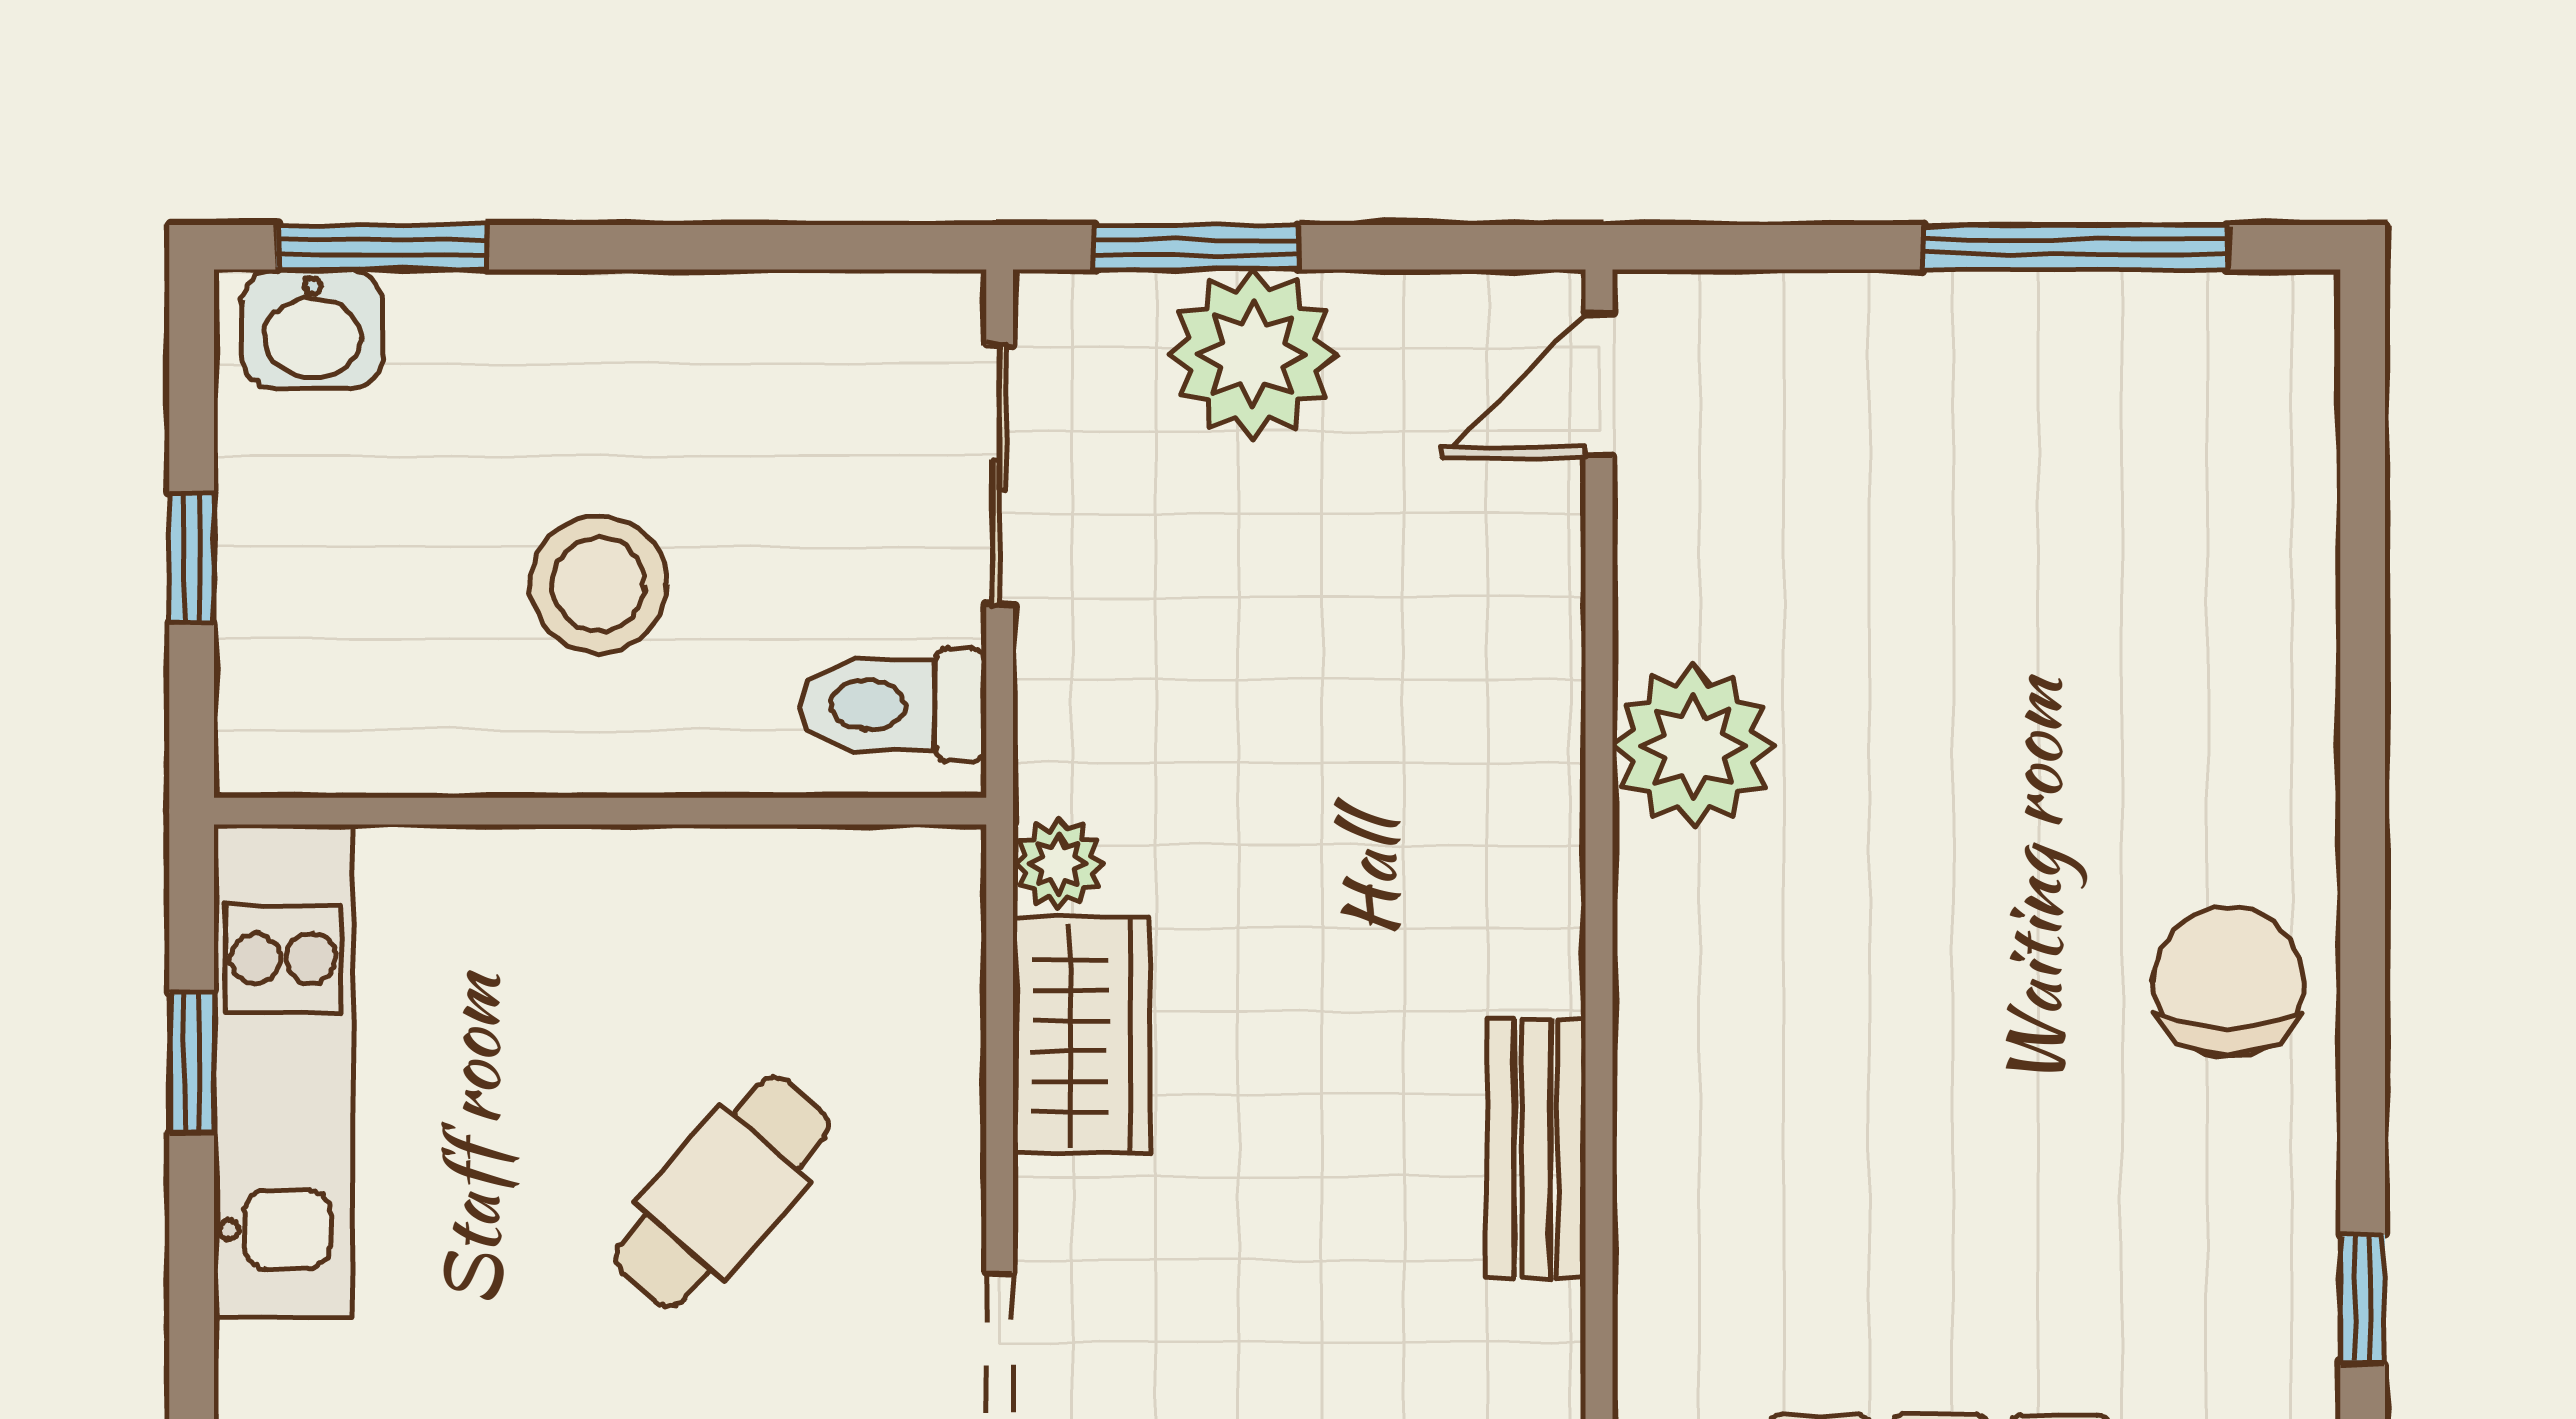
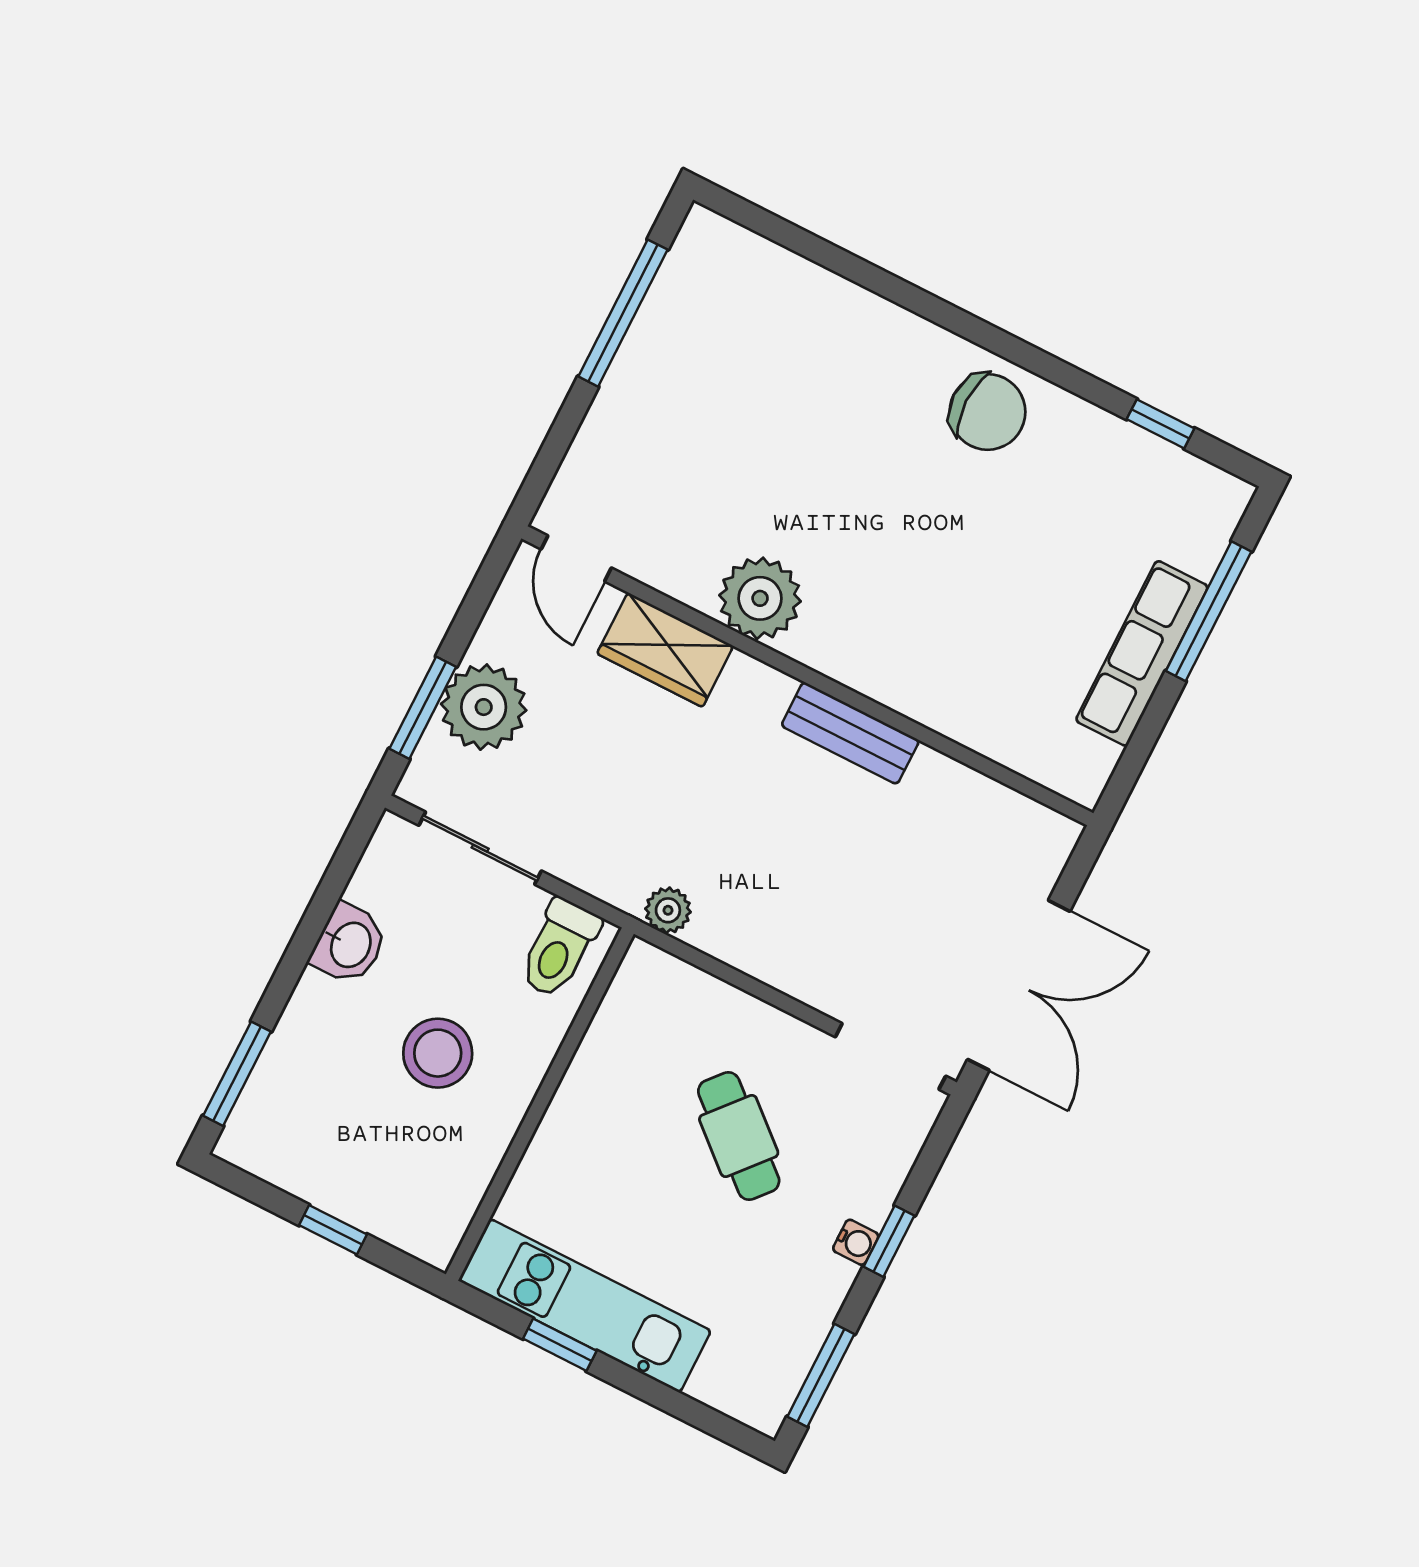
washbasin: (312, 330) -> (349, 944), moved
chair: (2228, 982) -> (987, 412), turned 180
wardrobe: (1081, 1036) -> (665, 650), moved, turned 180
bench: (1536, 1149) -> (850, 733), moved

